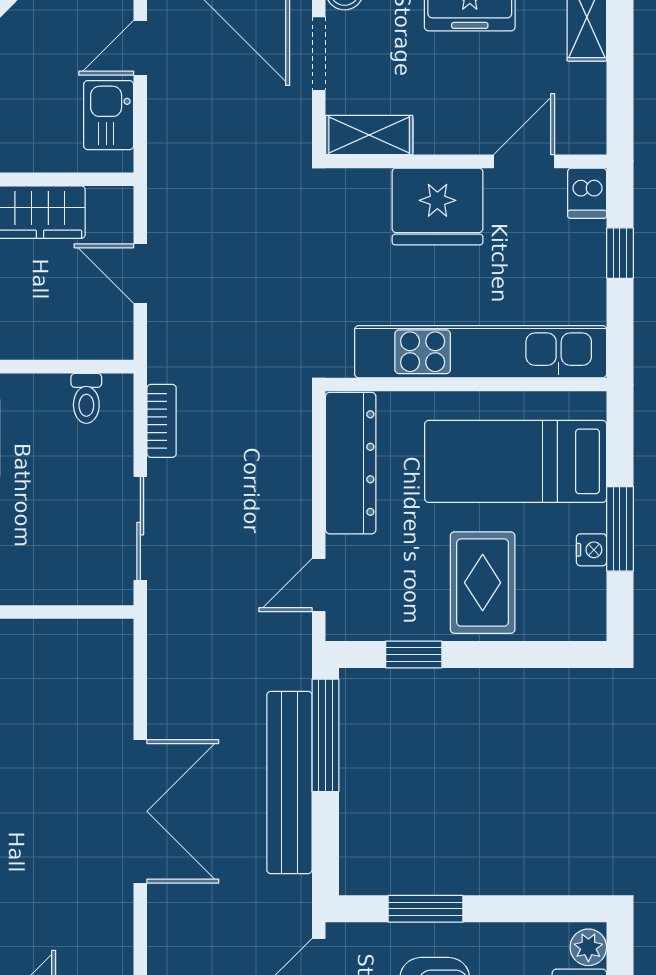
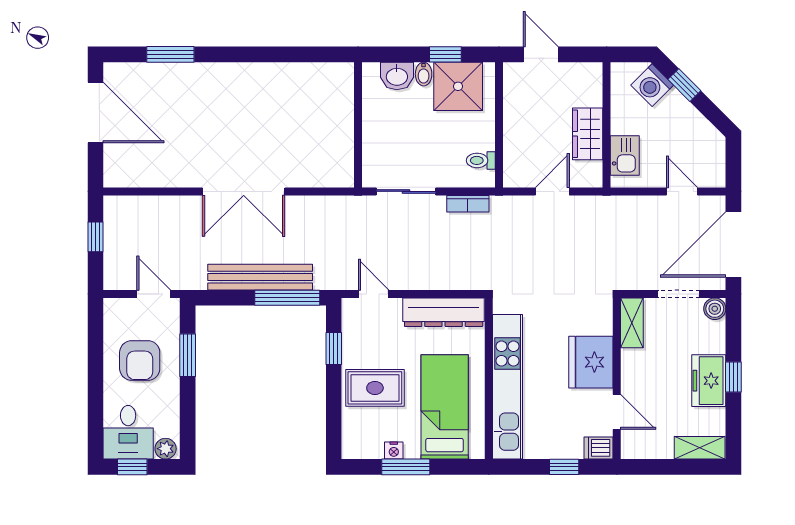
kitchen sink: (109, 115) -> (625, 156), moved, turned 90

